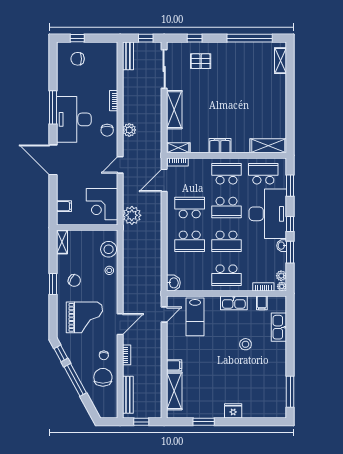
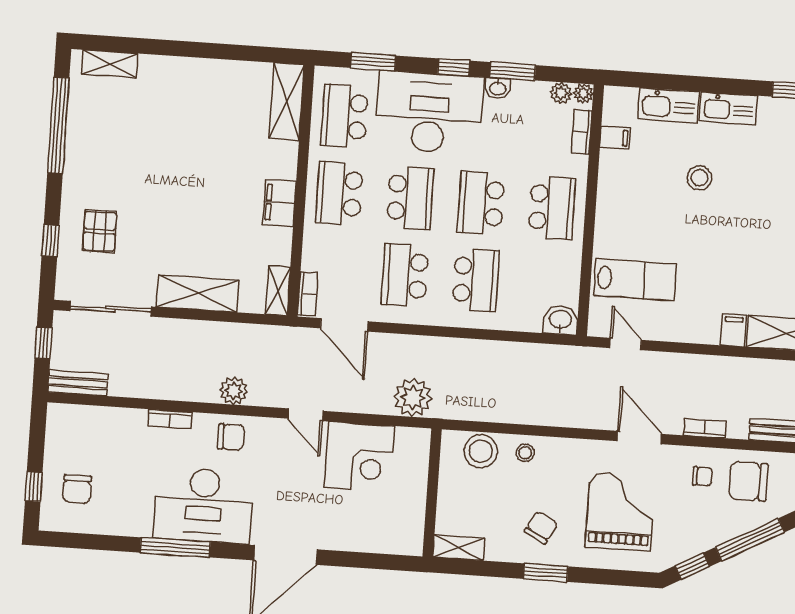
corner desk: (102, 204) -> (359, 457), moved
filing cabinet: (64, 206) -> (384, 538), removed
school desk: (226, 241) -> (481, 203), turned 180
kitchen sink: (234, 303) -> (728, 108), moved, turned 90

